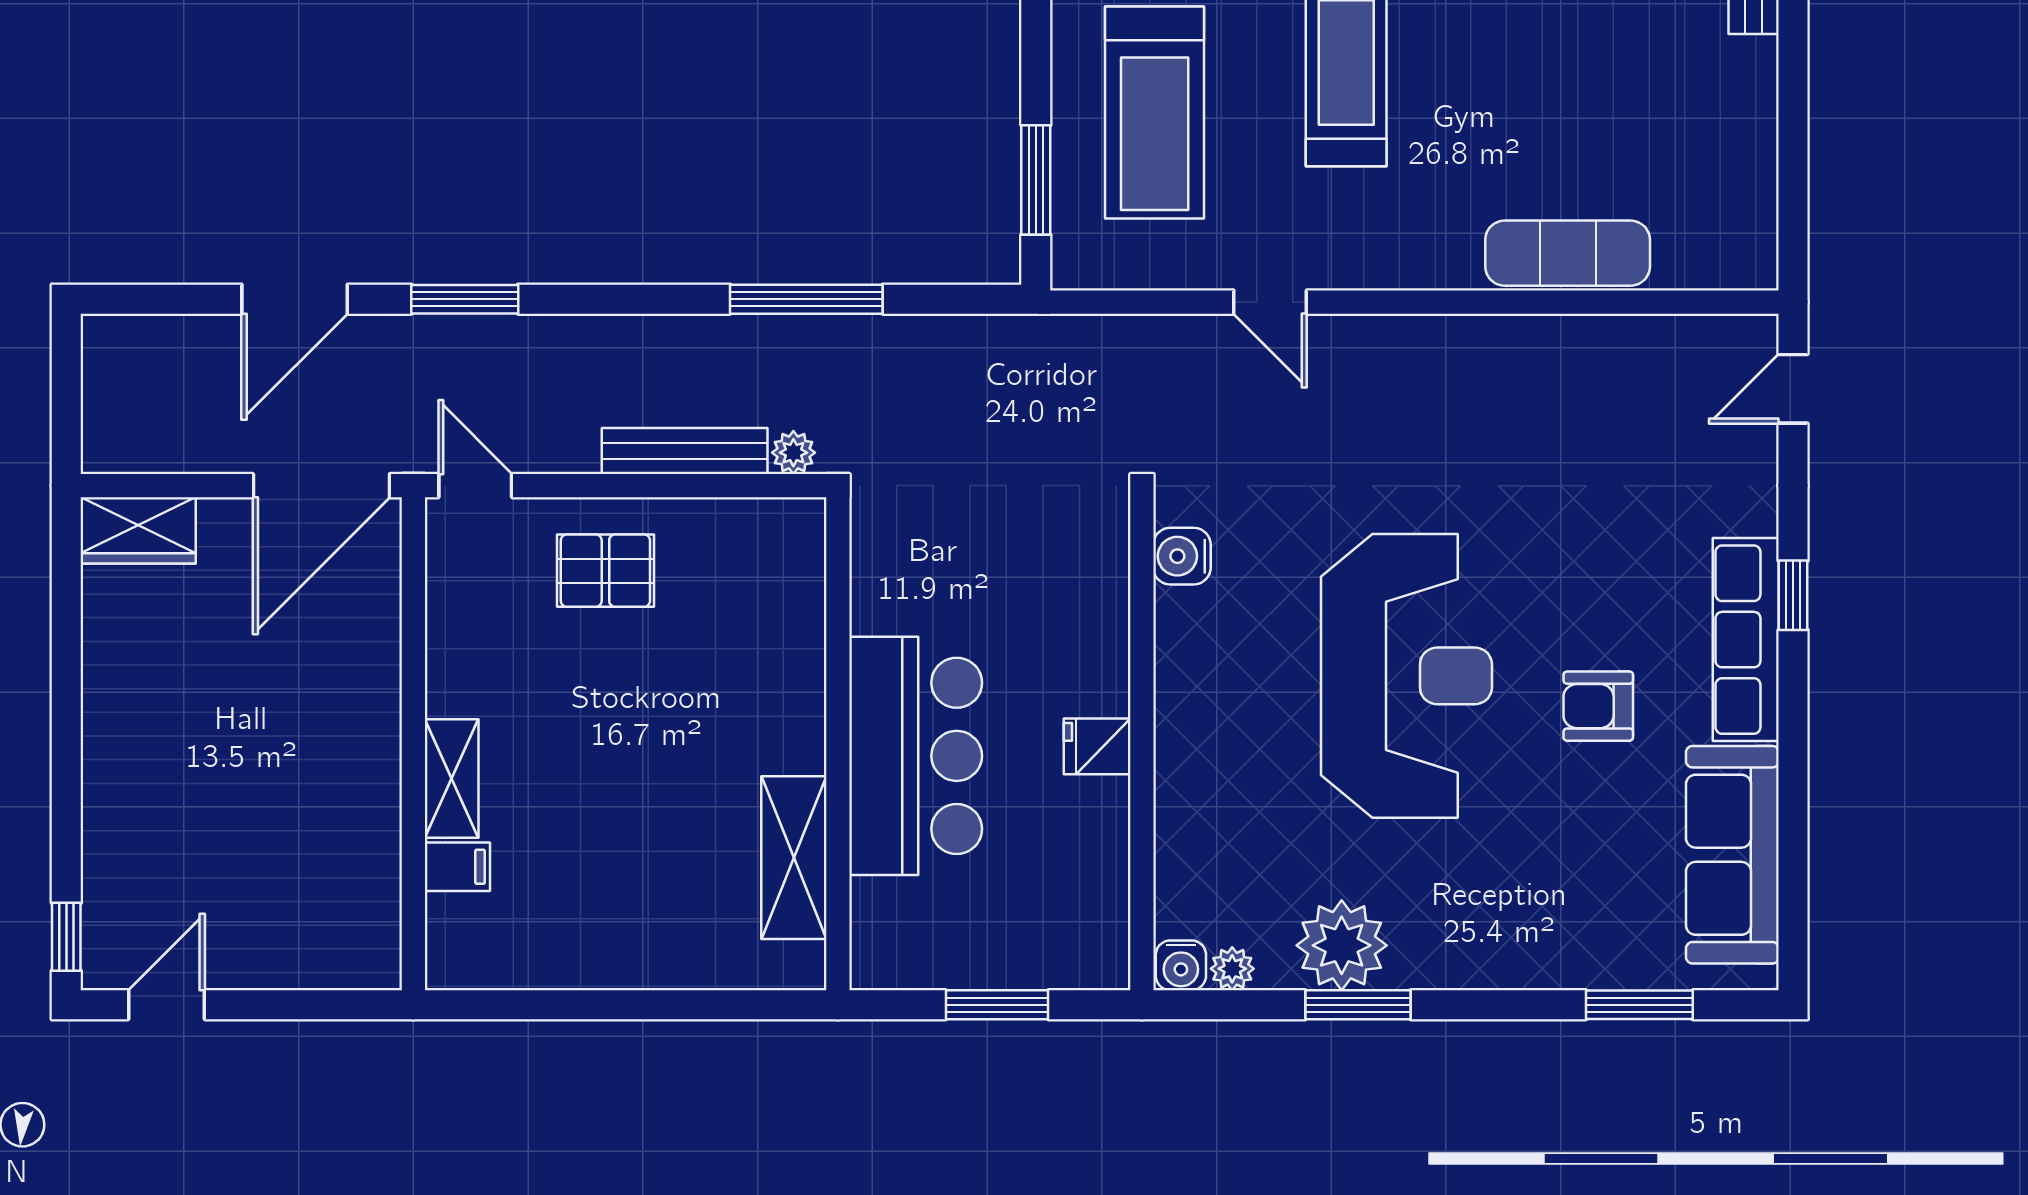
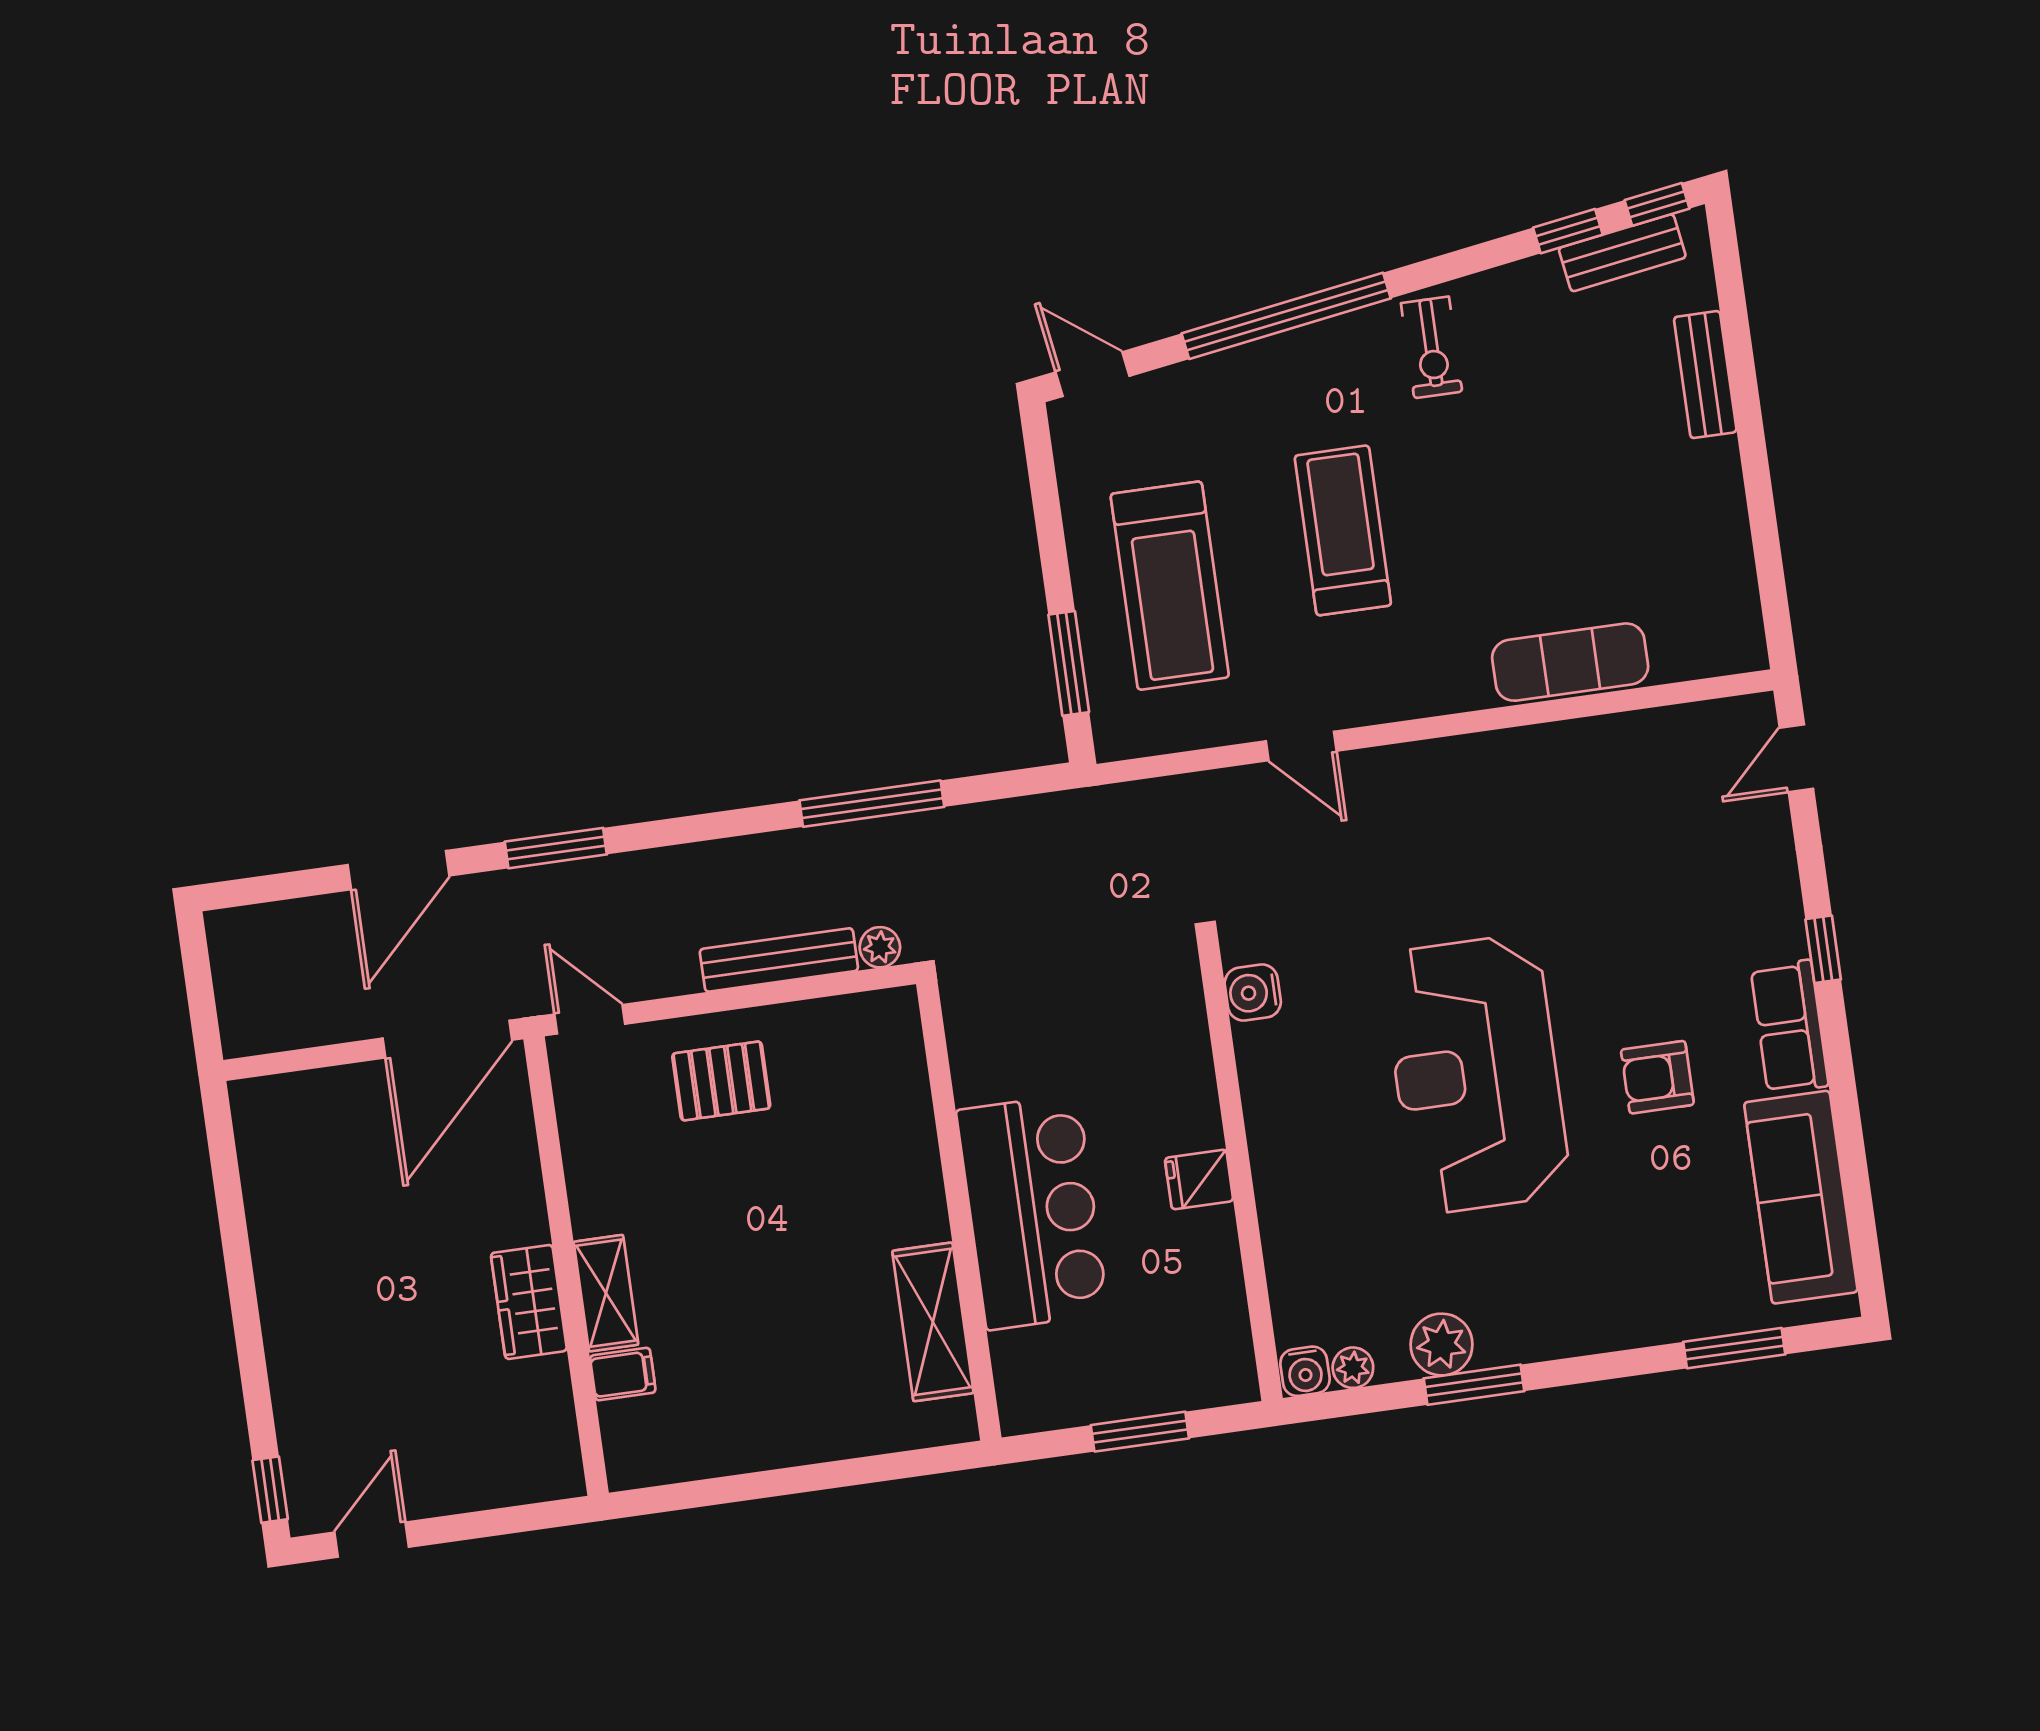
wardrobe: (138, 530) -> (529, 1302), moved, turned 90
row of seats: (1746, 640) -> (1790, 1027), width x0.68
reception desk: (1406, 676) -> (1476, 1074), turned 180
plant: (1342, 945) -> (1442, 1344), width x0.73, depth x0.73

